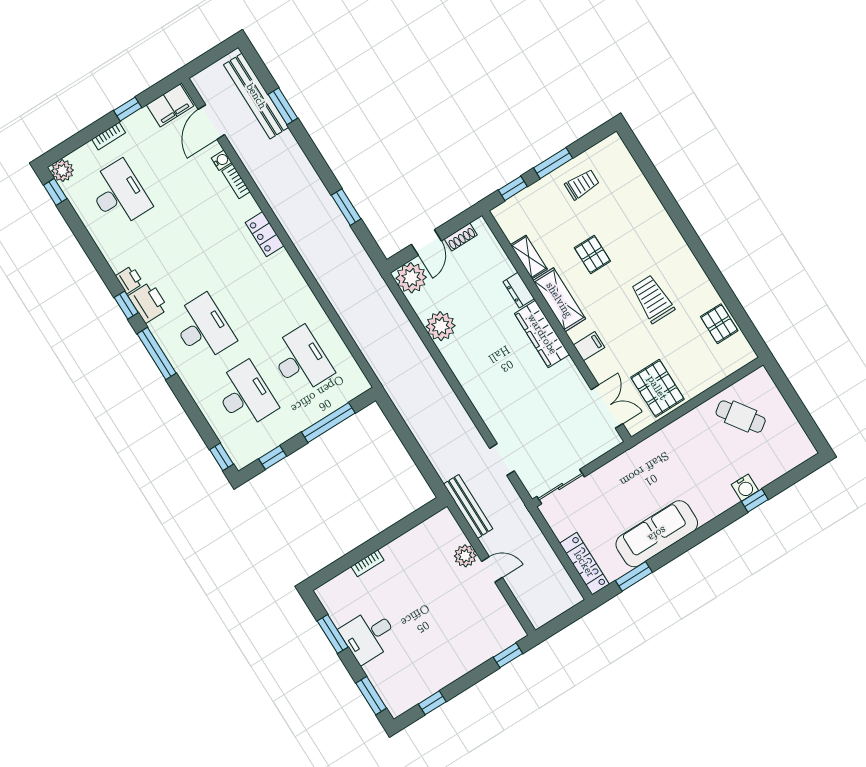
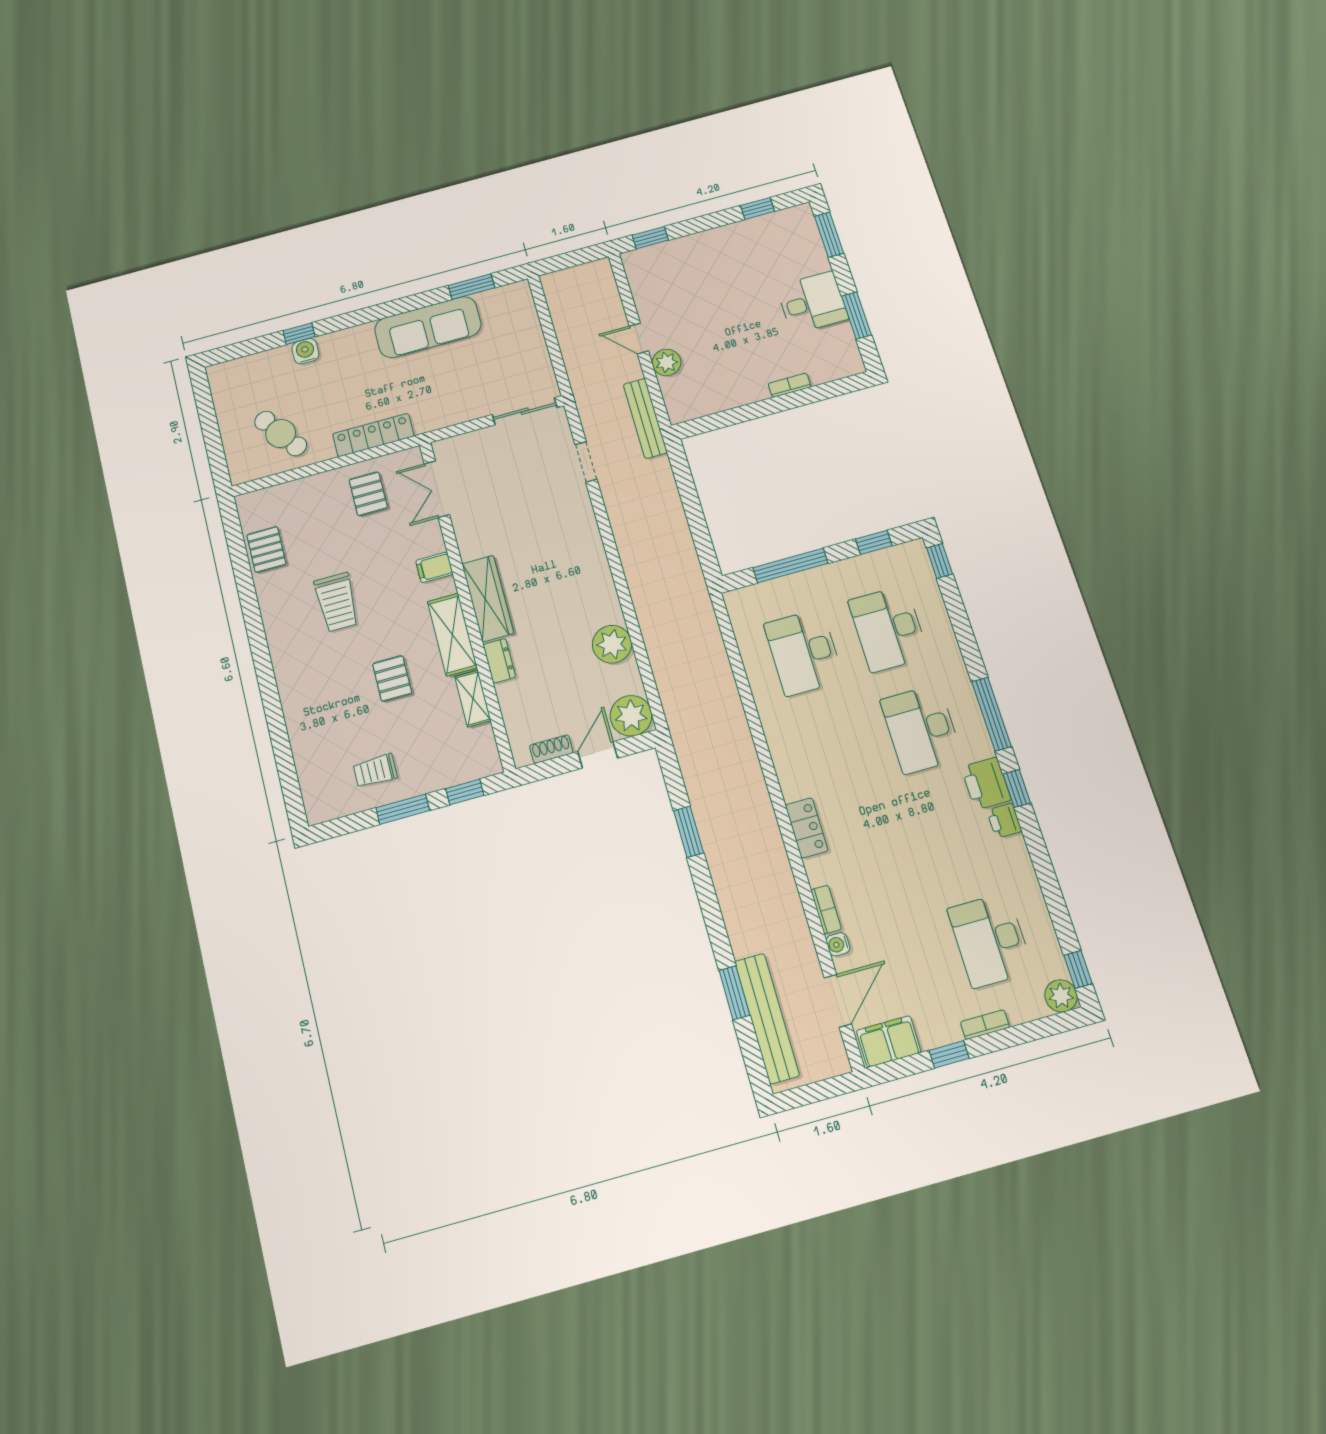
pallet: (657, 388) -> (368, 494), width x0.67, depth x0.71
locker: (584, 564) -> (373, 435), moved, turned 90

